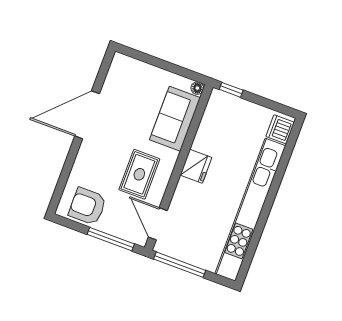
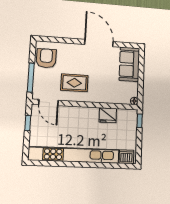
sofa: (175, 119) -> (129, 64), moved, turned -90
fridge: (196, 166) -> (108, 115), moved
door: (158, 224) -> (48, 102), swing flipped
window: (180, 265) -> (28, 123), width x0.46

